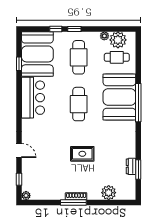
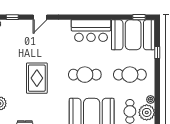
window: (74, 29) -> (157, 70), removed
window: (19, 64) -> (139, 17), moved
rug: (82, 154) -> (37, 78), width x1.36, depth x1.43

